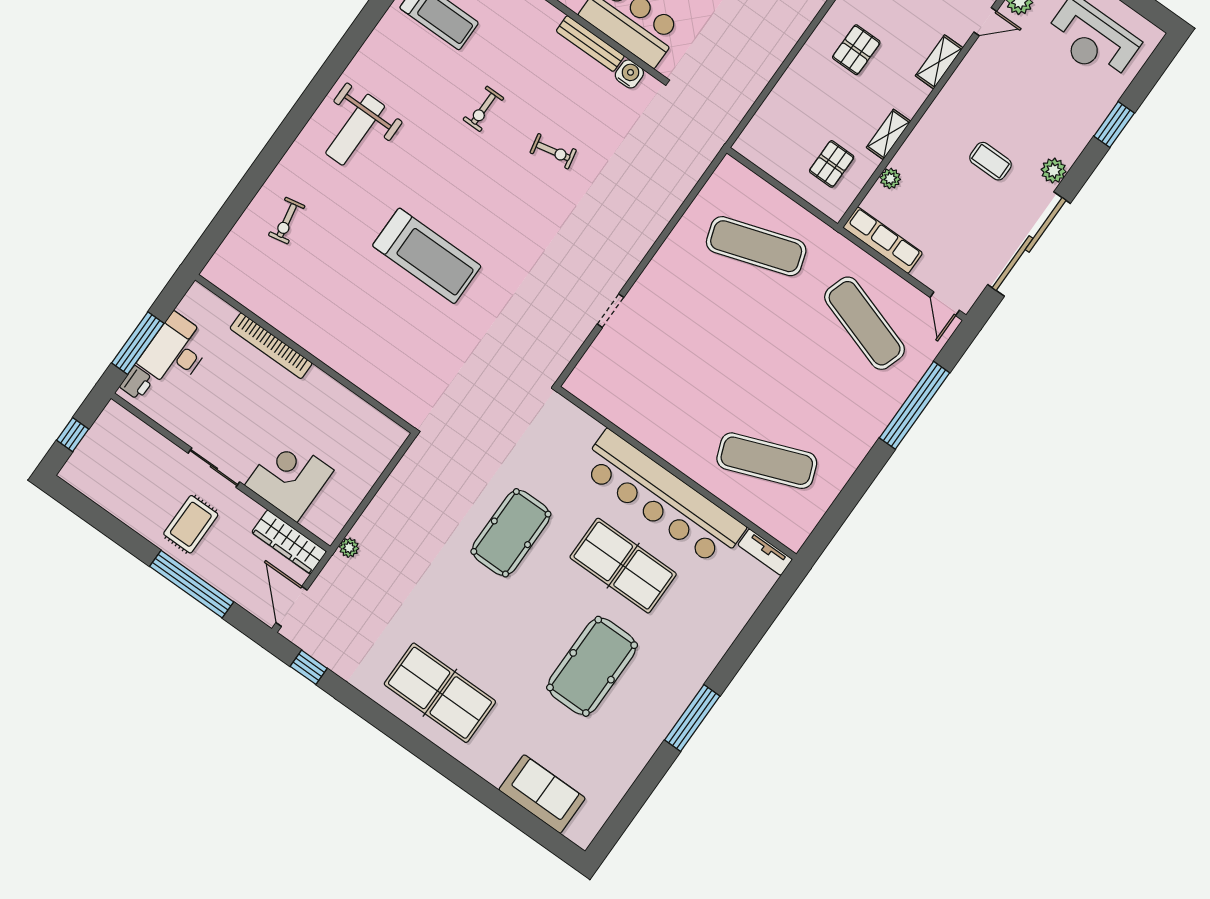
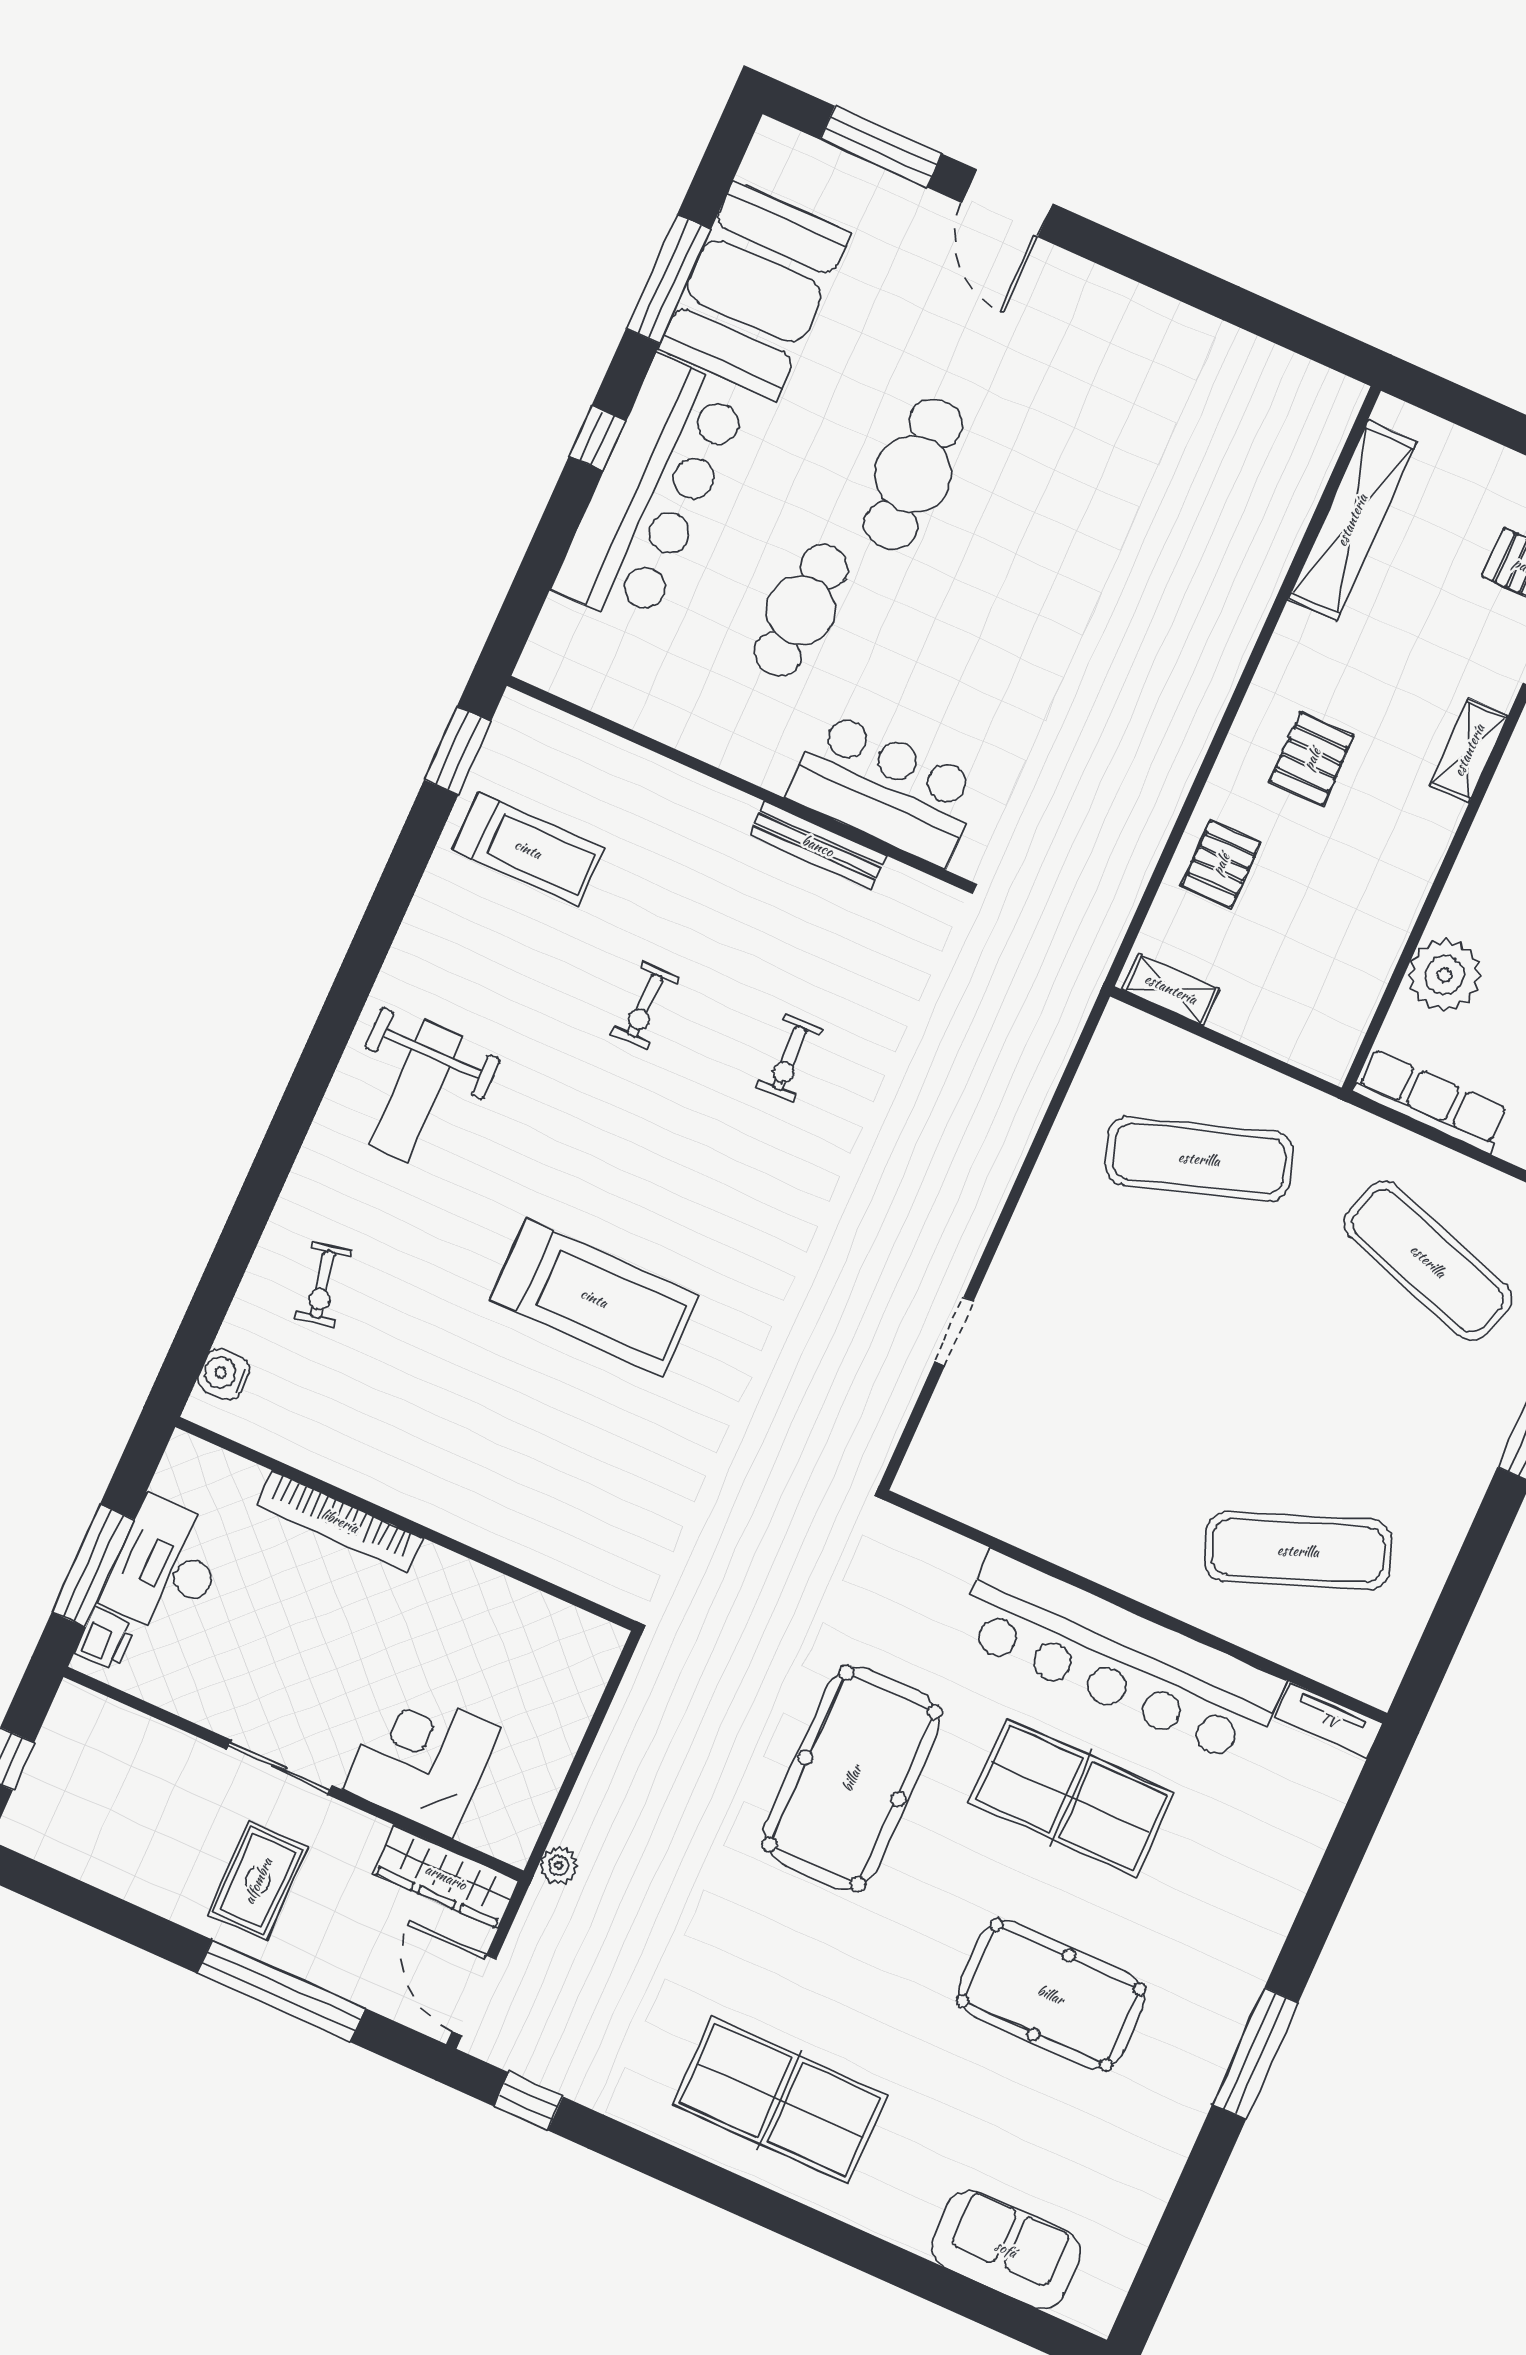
water cooler: (629, 74) -> (224, 1374), moved, turned -90
shelving: (888, 134) -> (1171, 989), moved, turned 90
exercise bike: (553, 151) -> (789, 1058), turned 100
pallet: (832, 164) -> (1221, 864), moved
plant: (890, 178) -> (1445, 975), width x1.88, depth x1.88
pool table: (511, 533) -> (852, 1778), width x1.36, depth x1.32
pool table: (592, 666) -> (1051, 1995), turned 90

